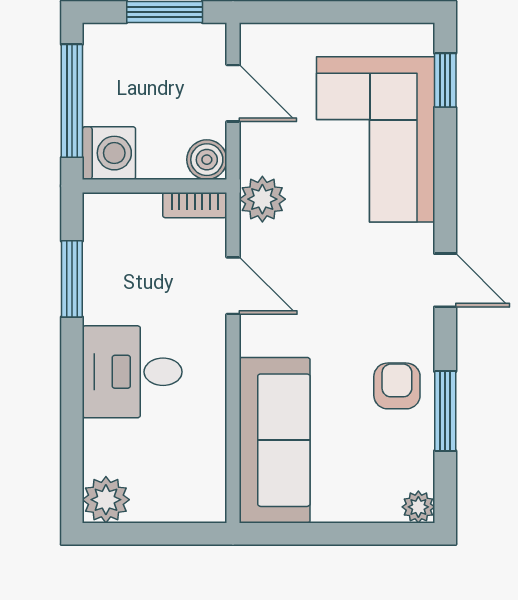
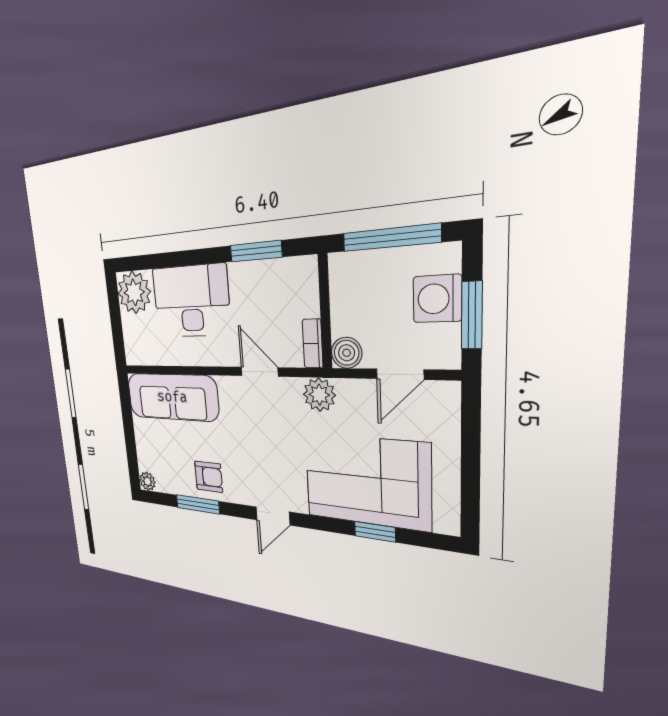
window: (445, 80) -> (375, 532), moved
washing machine: (109, 153) -> (437, 299), moved, turned 90
door: (233, 286) -> (260, 372), swing flipped
desk: (132, 372) -> (191, 301), width x1.37
plant: (106, 500) -> (134, 292), width x1.36, depth x1.36

